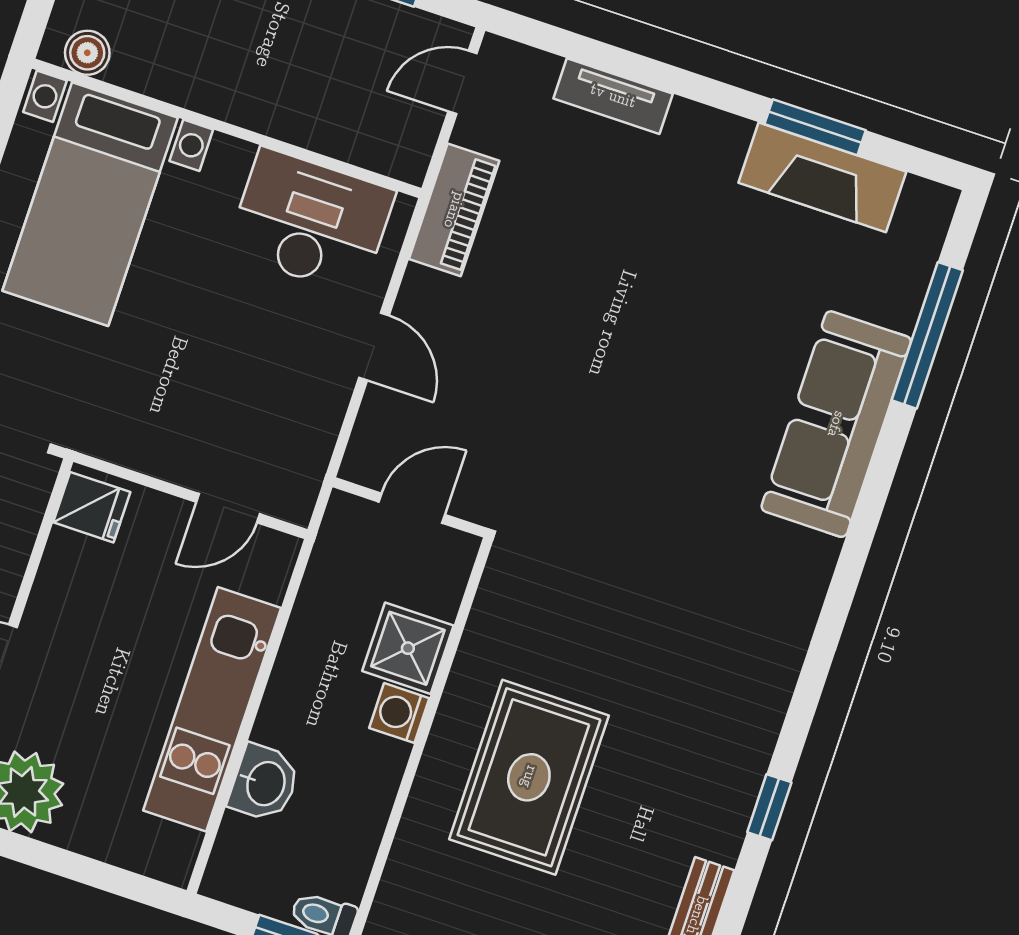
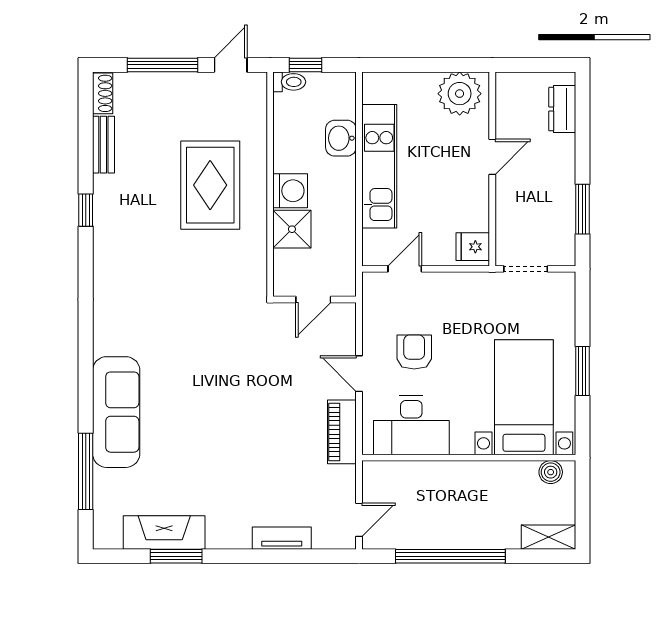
piano: (454, 210) -> (342, 432), moved
armchair: (261, 352) -> (414, 352), added
washing machine: (399, 713) -> (290, 191), width x1.38, depth x1.38

